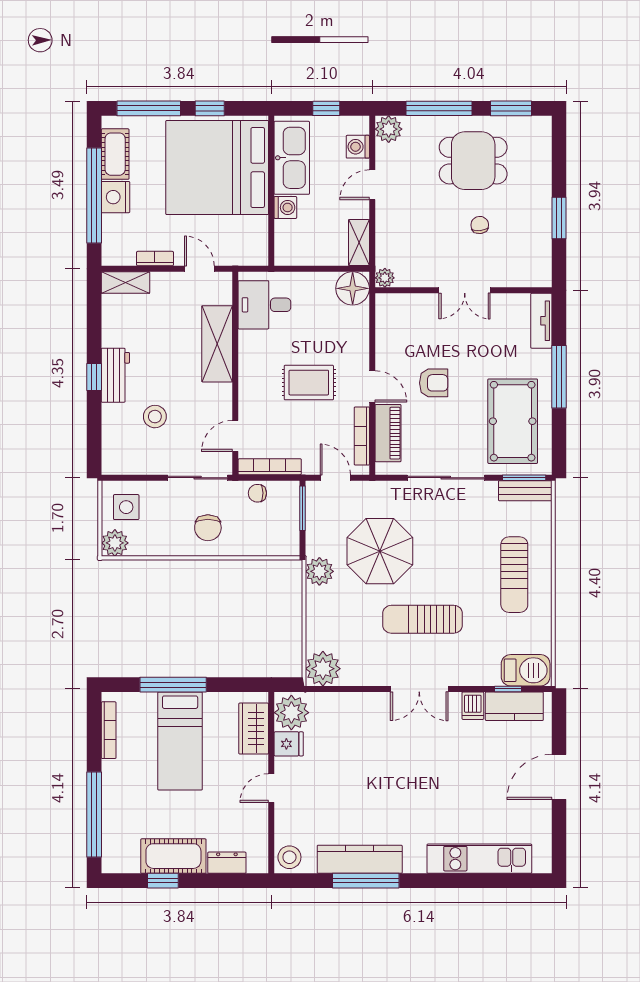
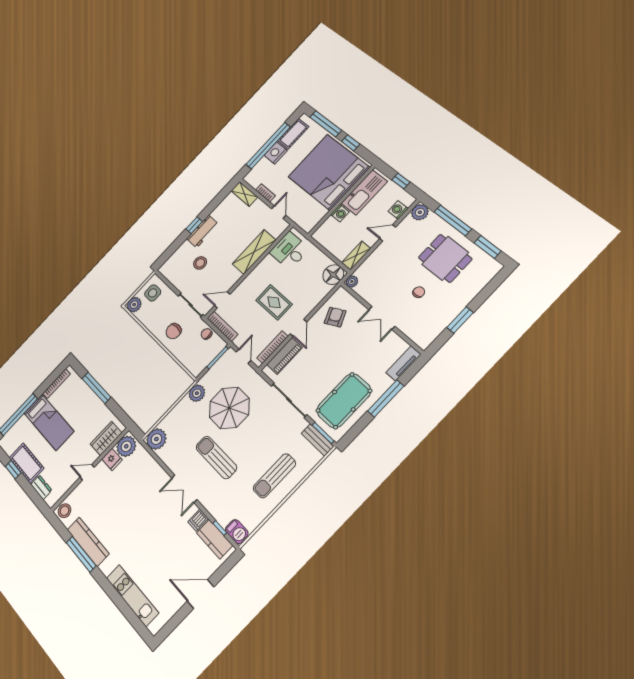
armchair: (434, 383) -> (335, 317), moved, turned -116
barbecue: (526, 670) -> (237, 532), width x0.73, depth x0.79
bed: (180, 741) -> (49, 422), moved, turned -90

